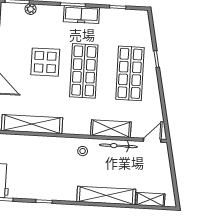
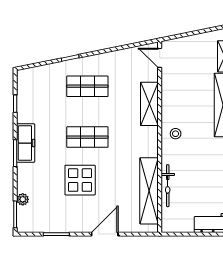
shop shelf: (84, 71) -> (87, 137), width x0.70, depth x0.74
shop shelf: (130, 73) -> (87, 86), width x0.70, depth x0.74
bicycle: (118, 146) -> (168, 186), moved

